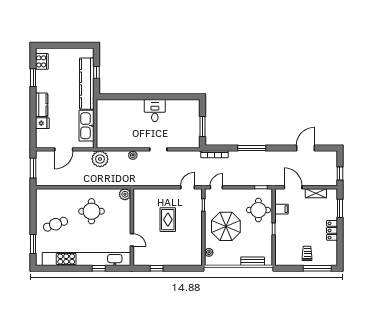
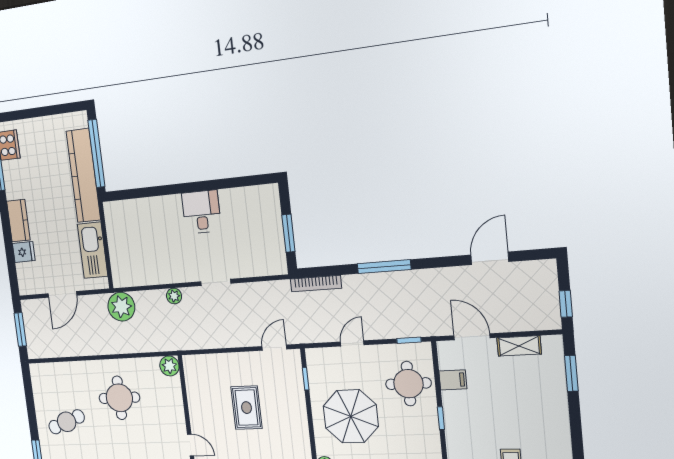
window: (97, 72) -> (96, 154), width x3.17
door: (216, 187) -> (352, 343), moved
locker: (332, 230) -> (558, 417), removed

